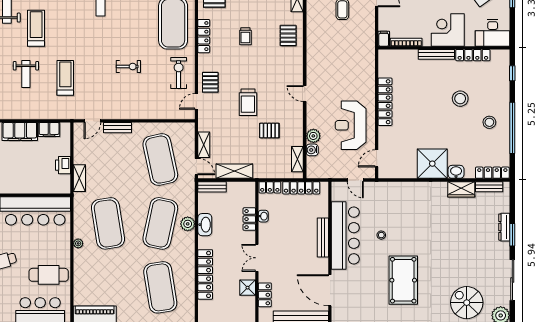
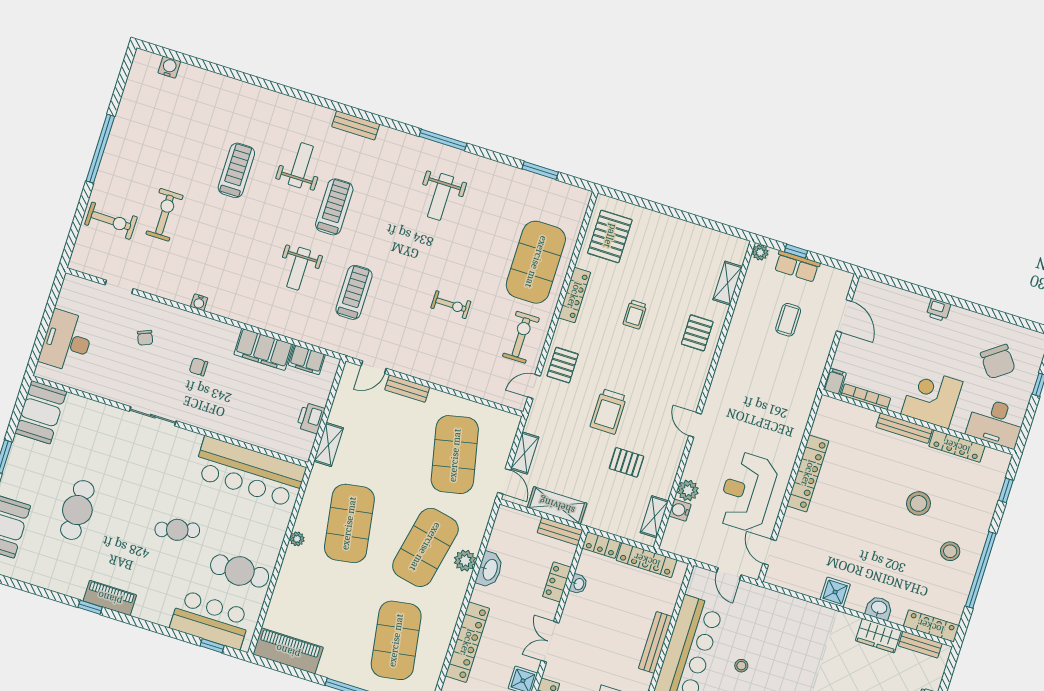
door: (377, 158) -> (770, 552), hinge flipped
shower: (432, 164) -> (835, 592), width x0.54, depth x0.54
bench: (212, 187) -> (560, 531), moved

